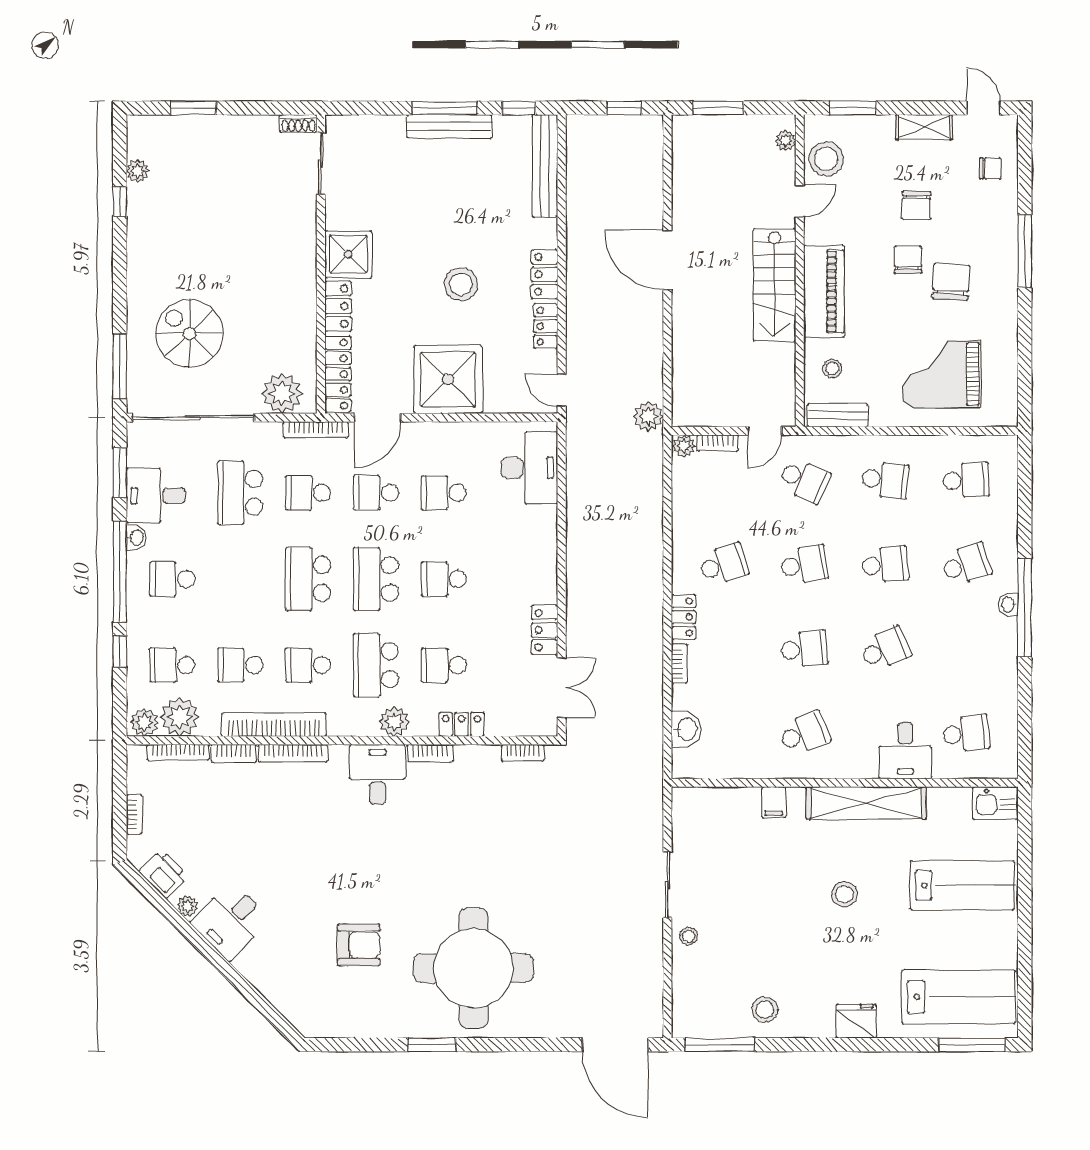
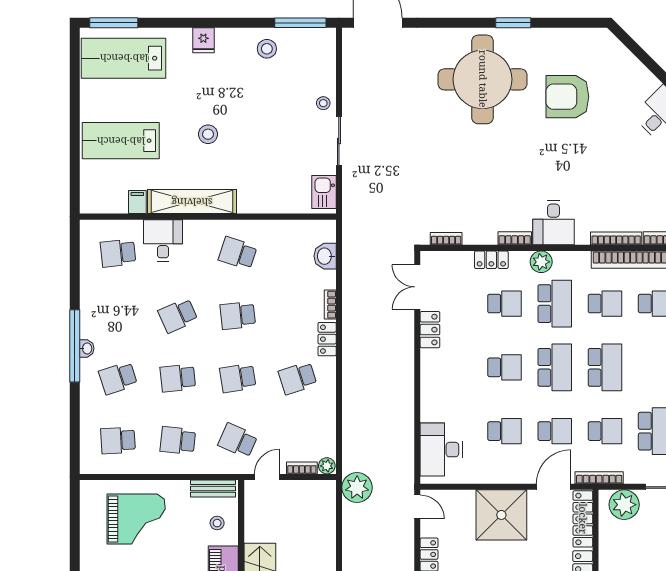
plant: (649, 417) -> (357, 488), width x1.36, depth x1.36
school desk: (804, 733) -> (238, 253), turned 39
filing cabinet: (774, 802) -> (137, 202), moved
kitchen sink: (995, 803) -> (324, 192), moved, turned -90
armchair: (359, 945) -> (567, 97), width x1.36, depth x1.36
fridge: (856, 1021) -> (203, 40), width x0.72

